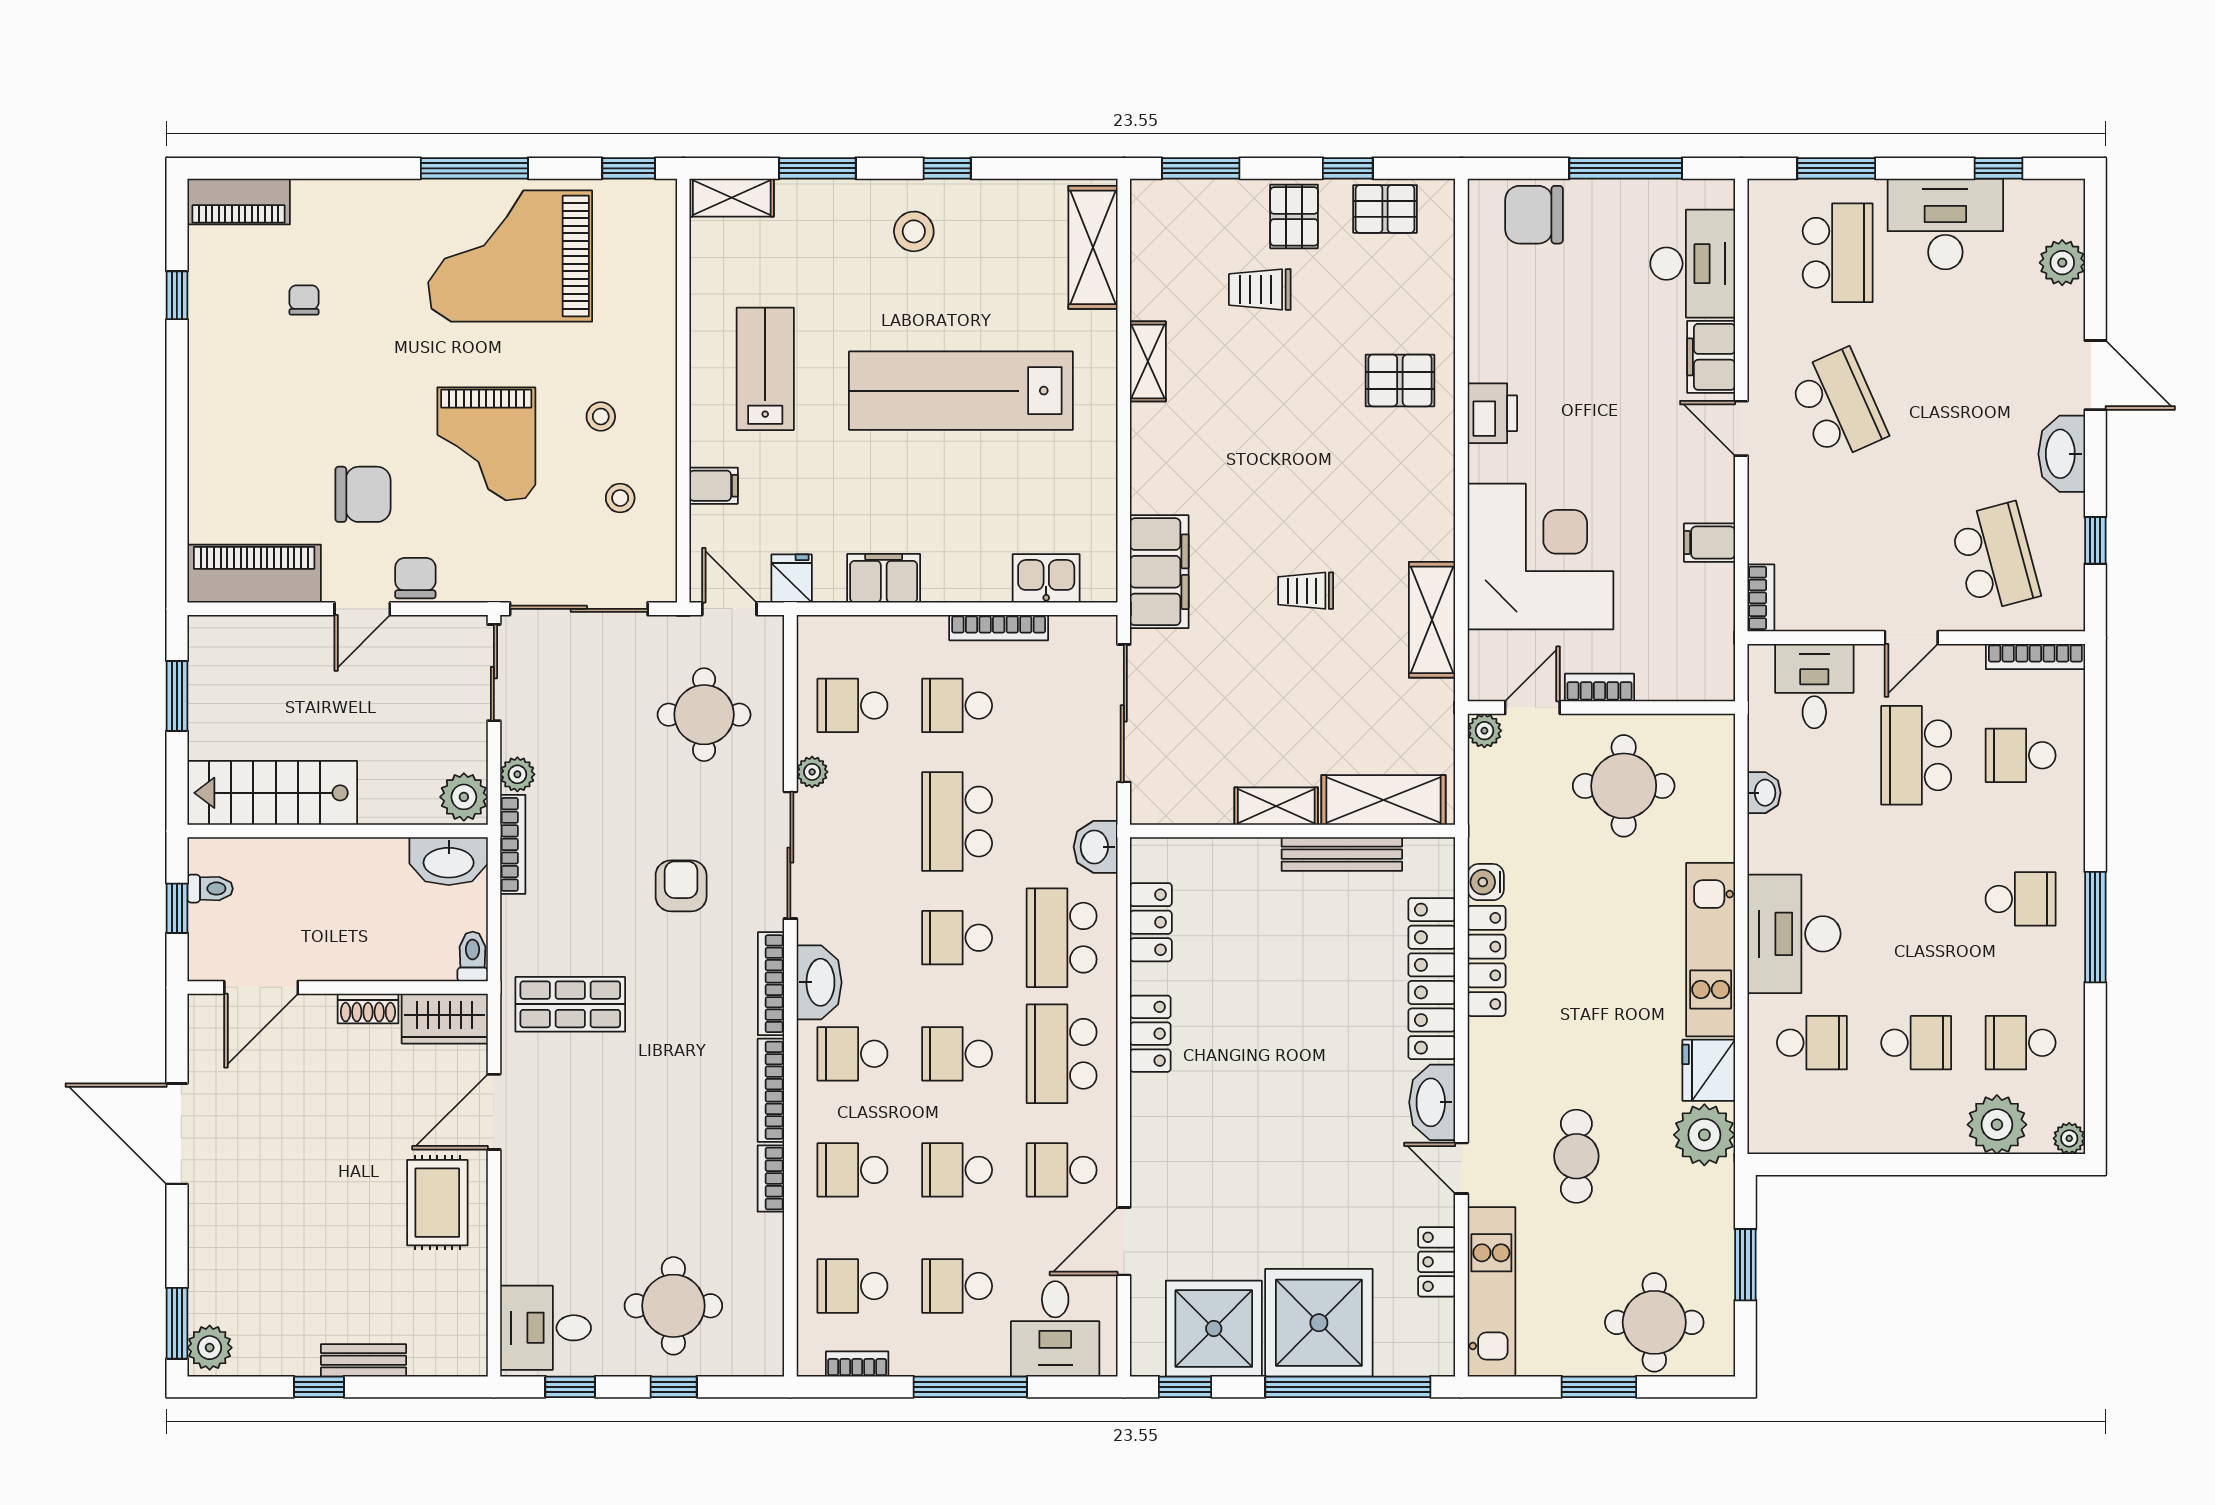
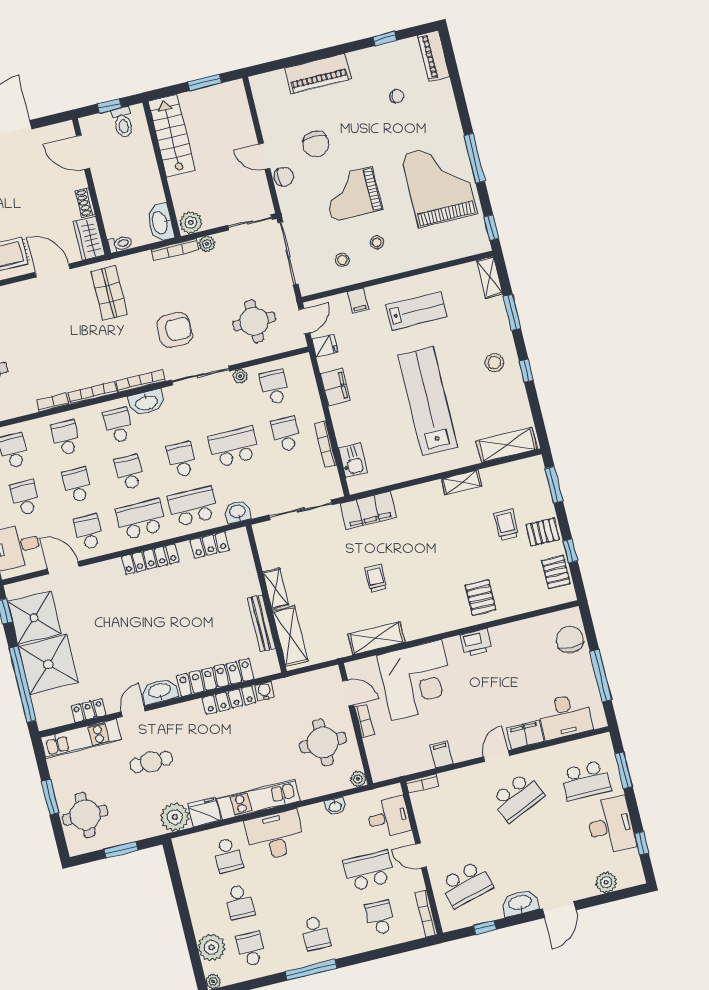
piano: (254, 574) -> (318, 74), moved, turned 90
plant: (1484, 731) -> (358, 779), moved
armchair: (681, 886) -> (175, 330), width x1.38, depth x1.38
toilet: (210, 889) -> (123, 122), width x1.37, depth x1.39
locker: (1150, 1034) -> (150, 559), width x1.53

